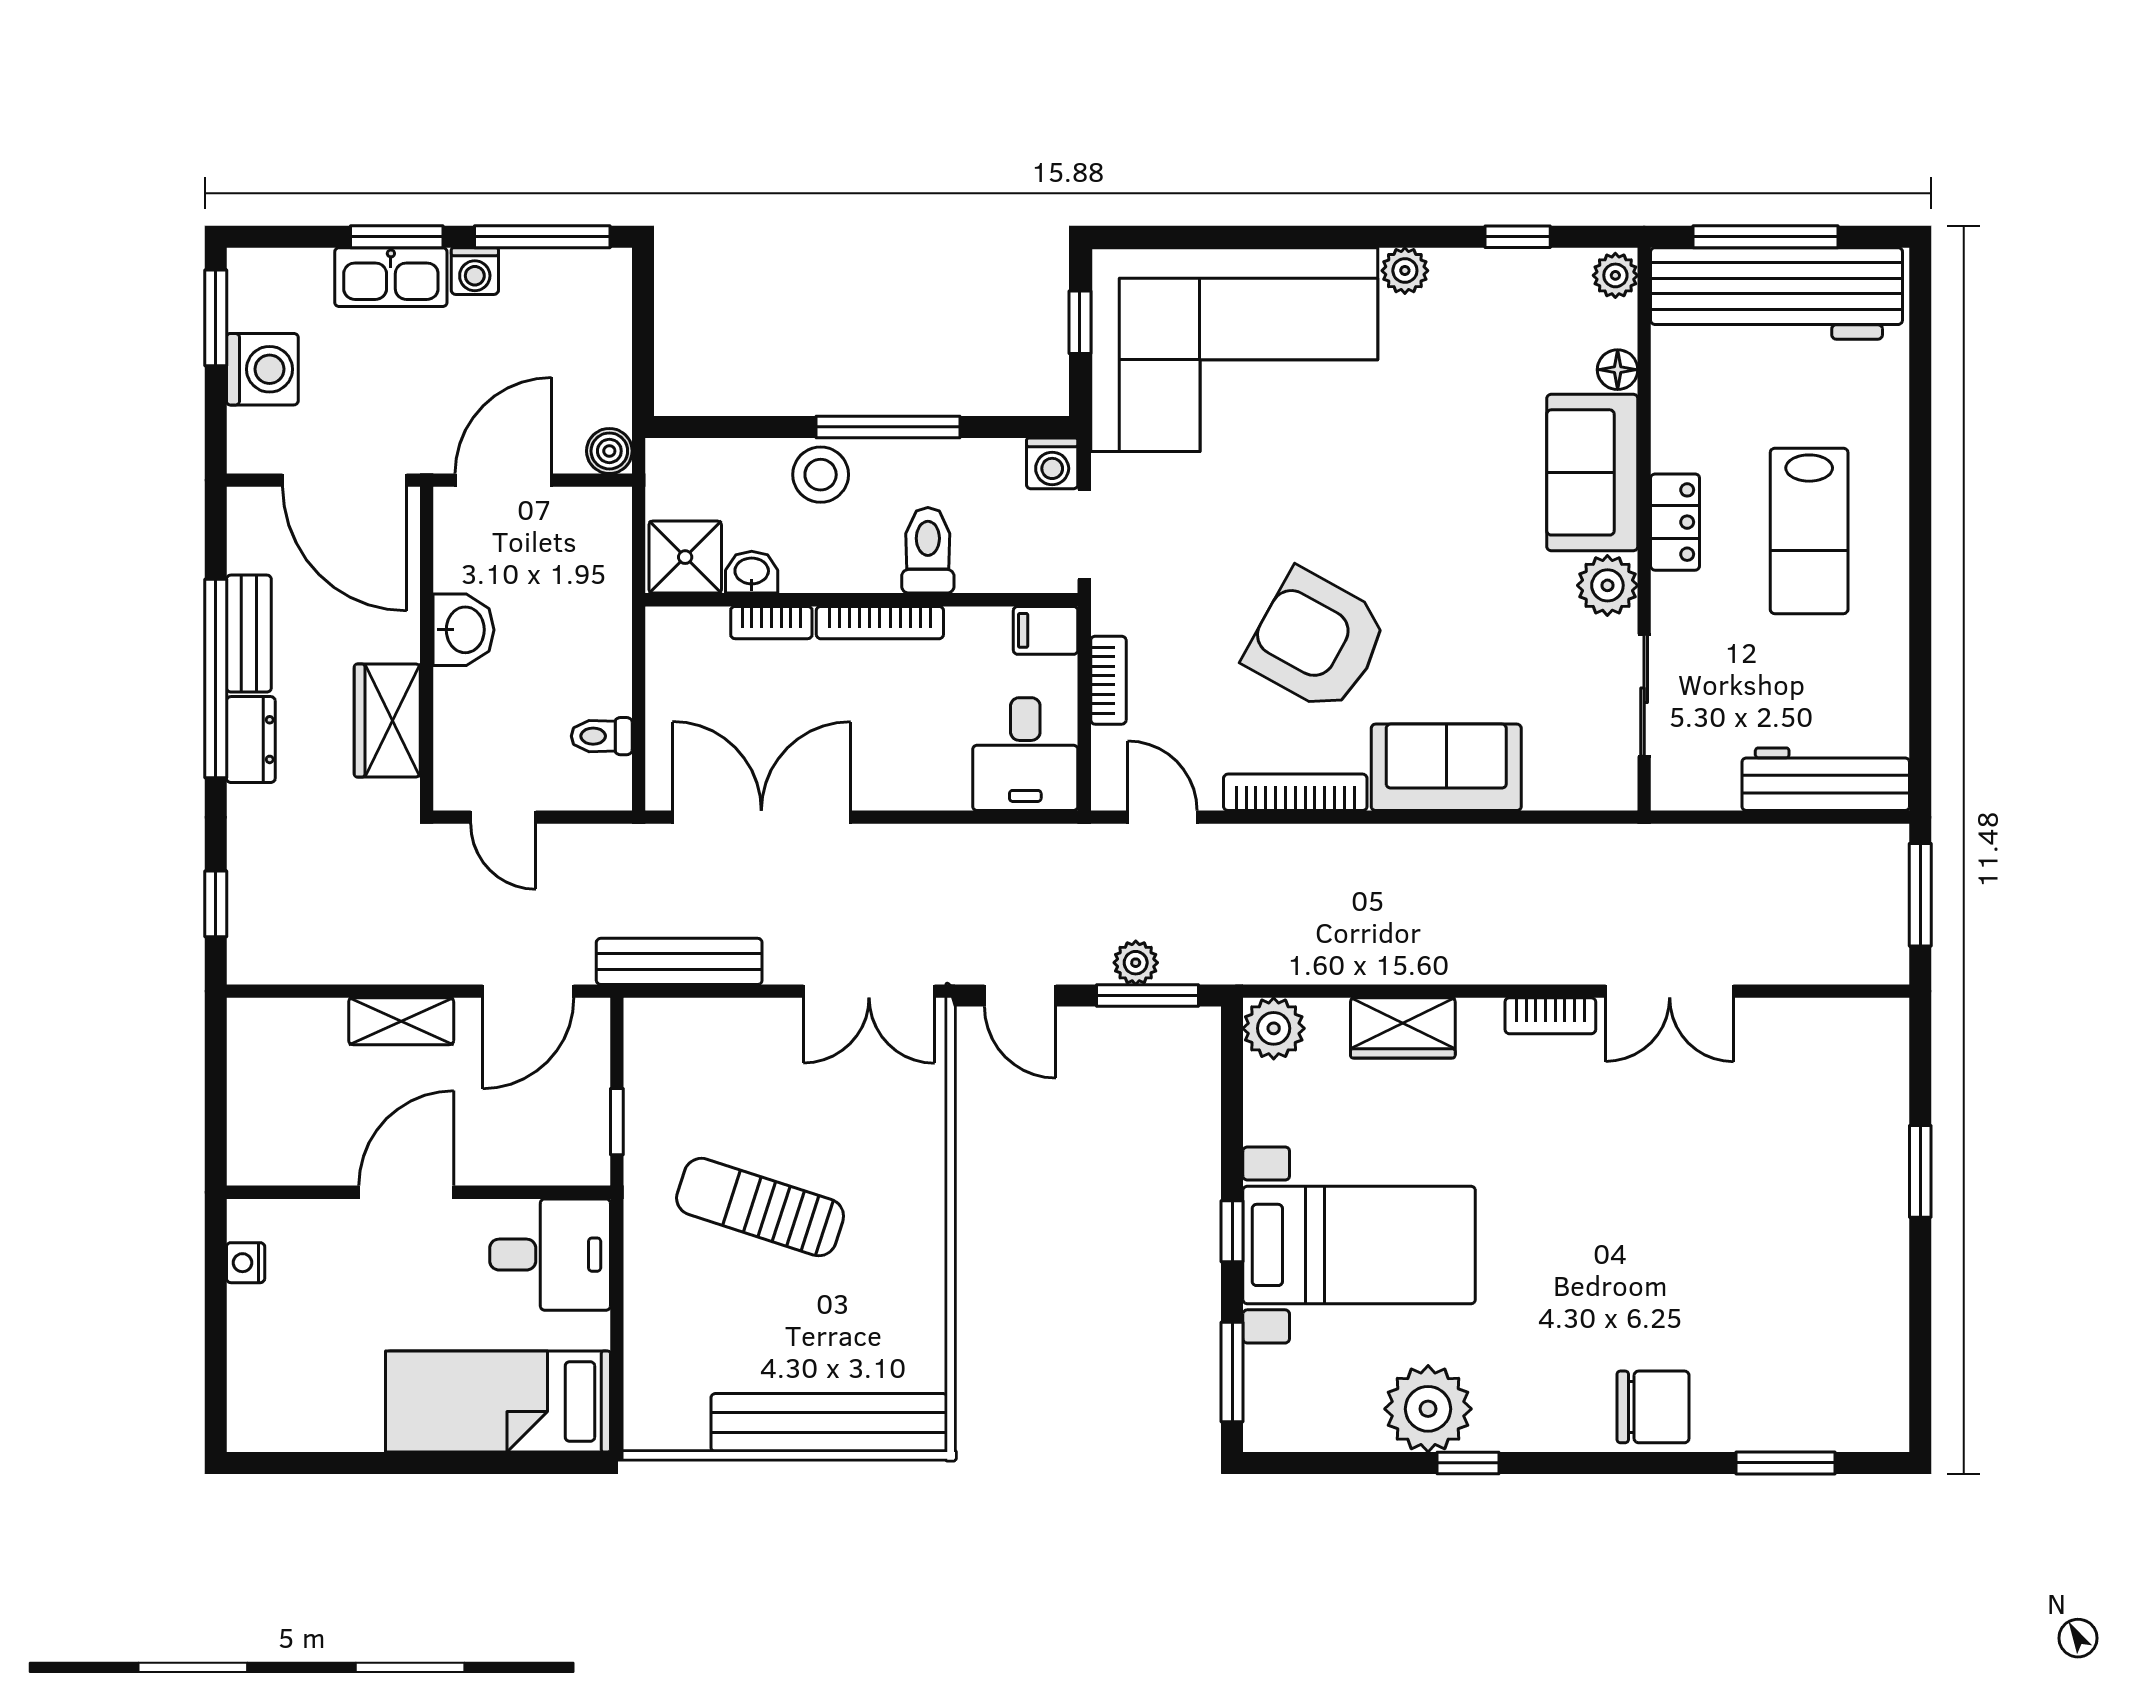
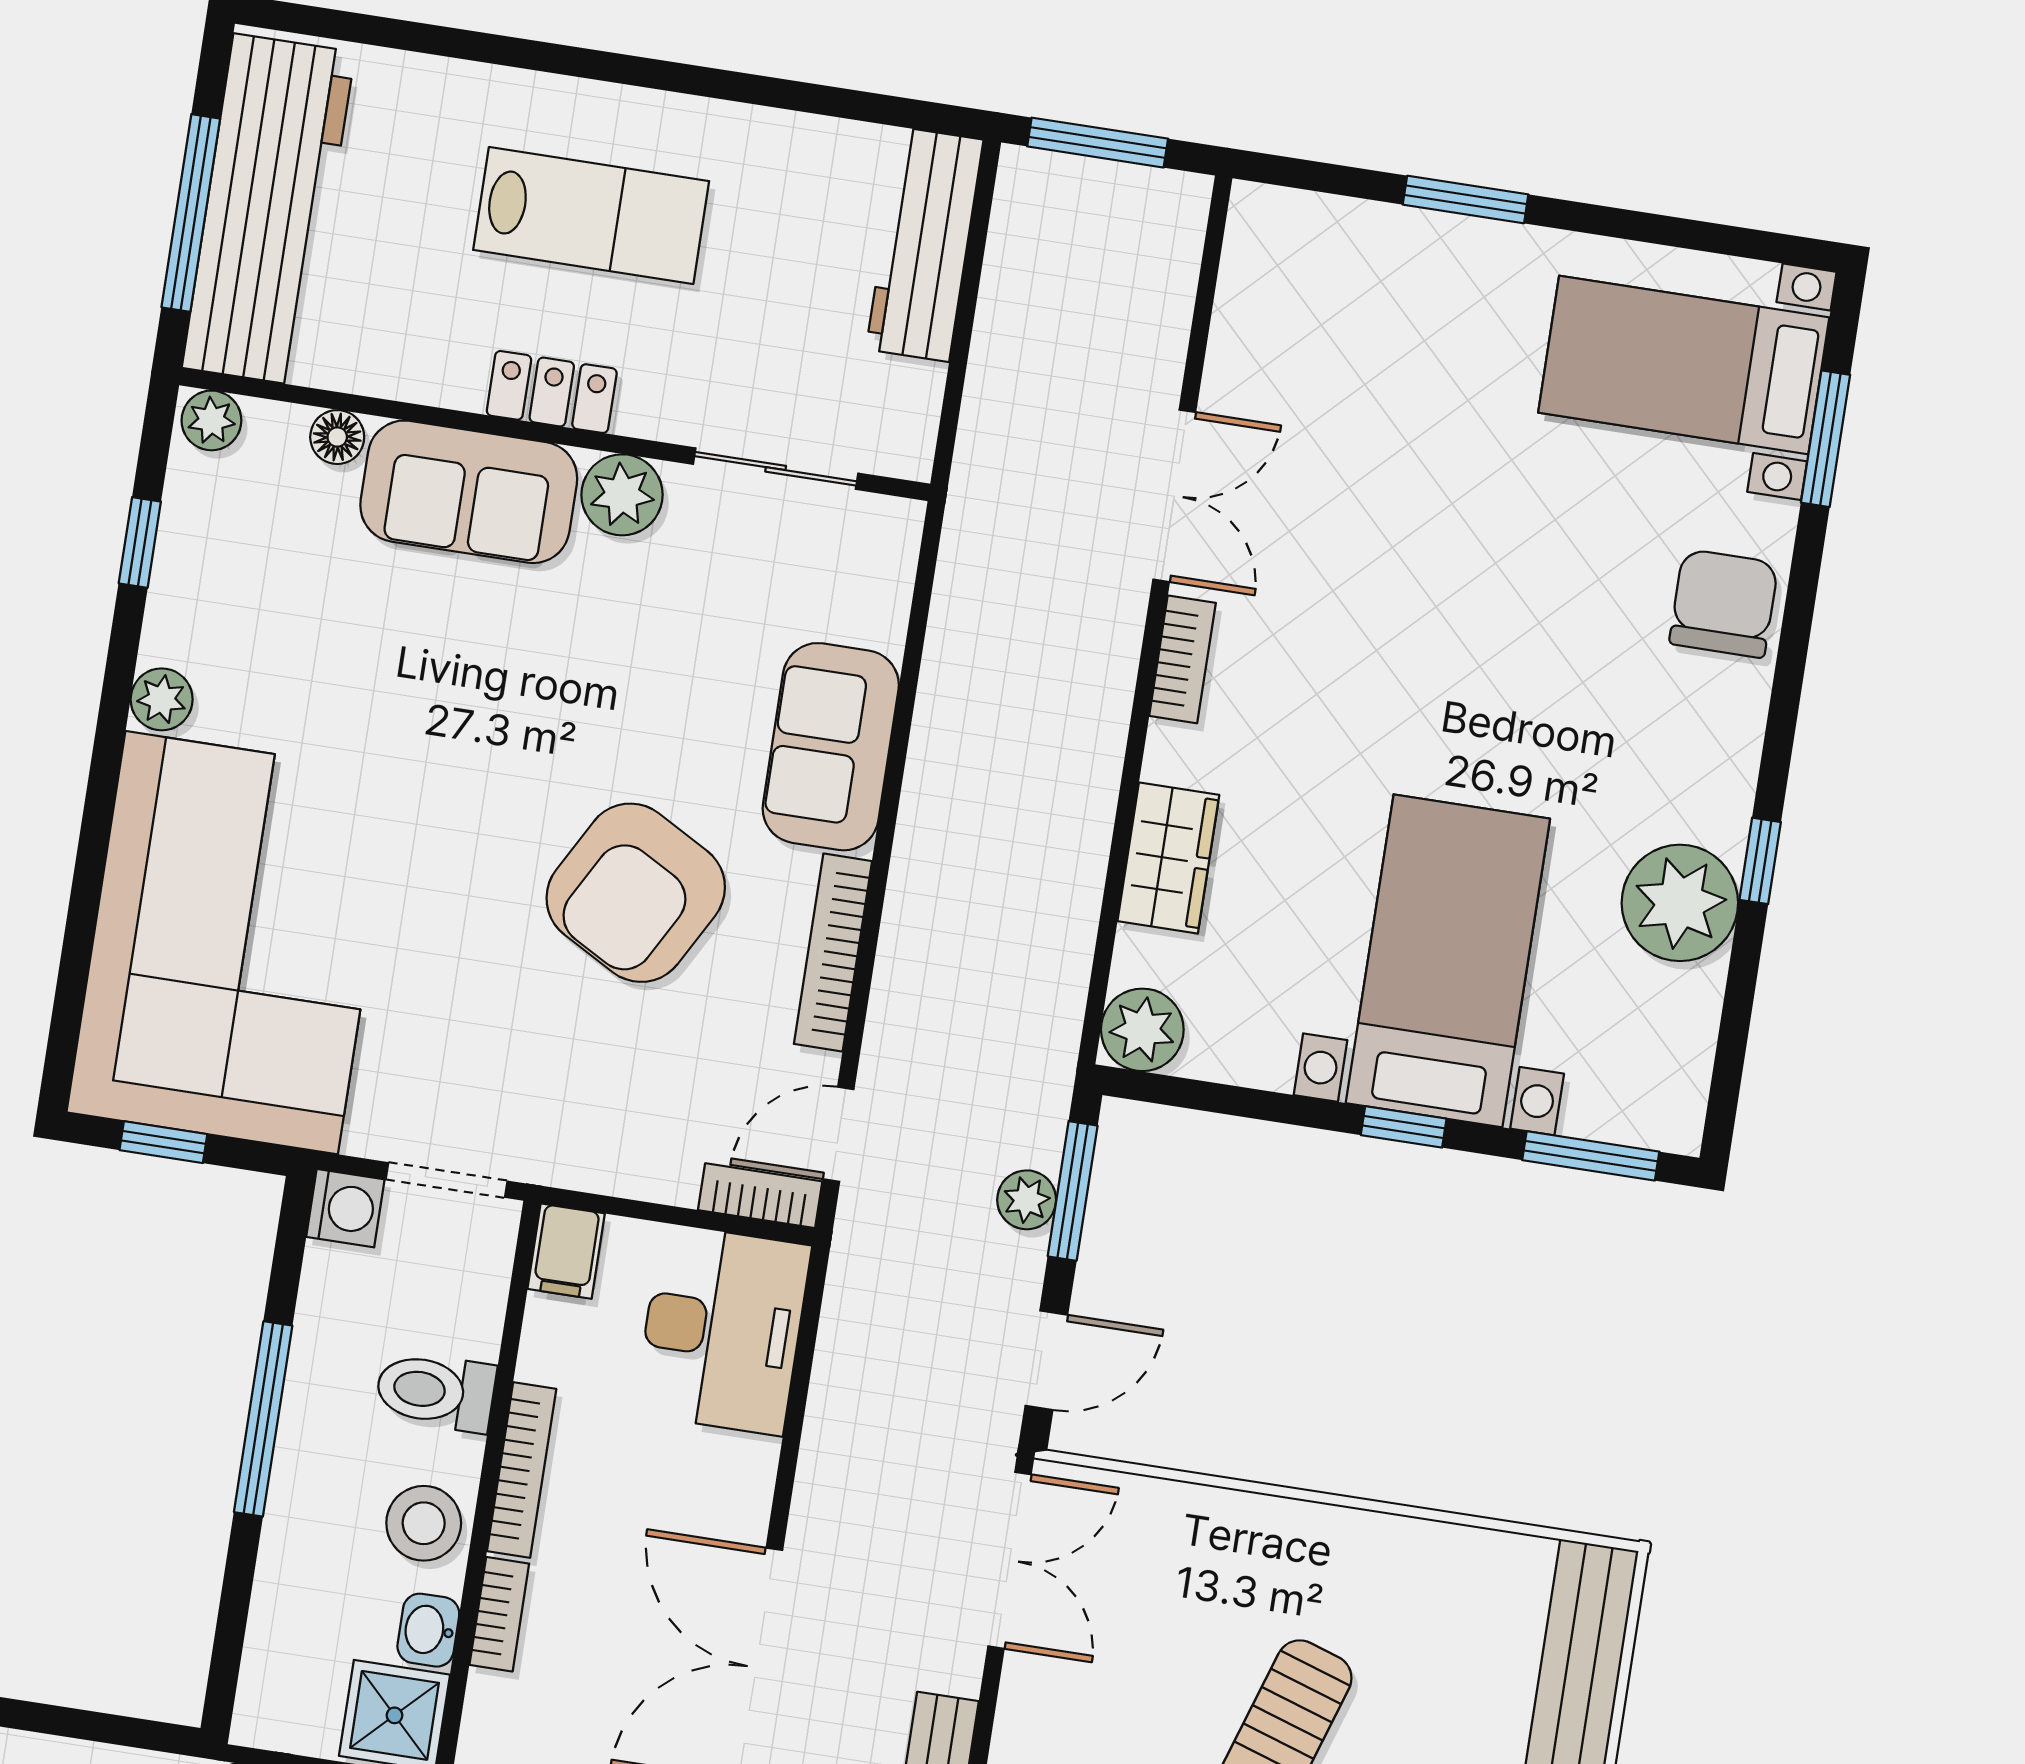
stool: (821, 475) -> (424, 1523), moved
bookcase: (1108, 680) -> (760, 1196), moved
desk: (1025, 754) -> (722, 1330), width x1.37
bed with nightstands: (1824, 1350) -> (1684, 365), added

